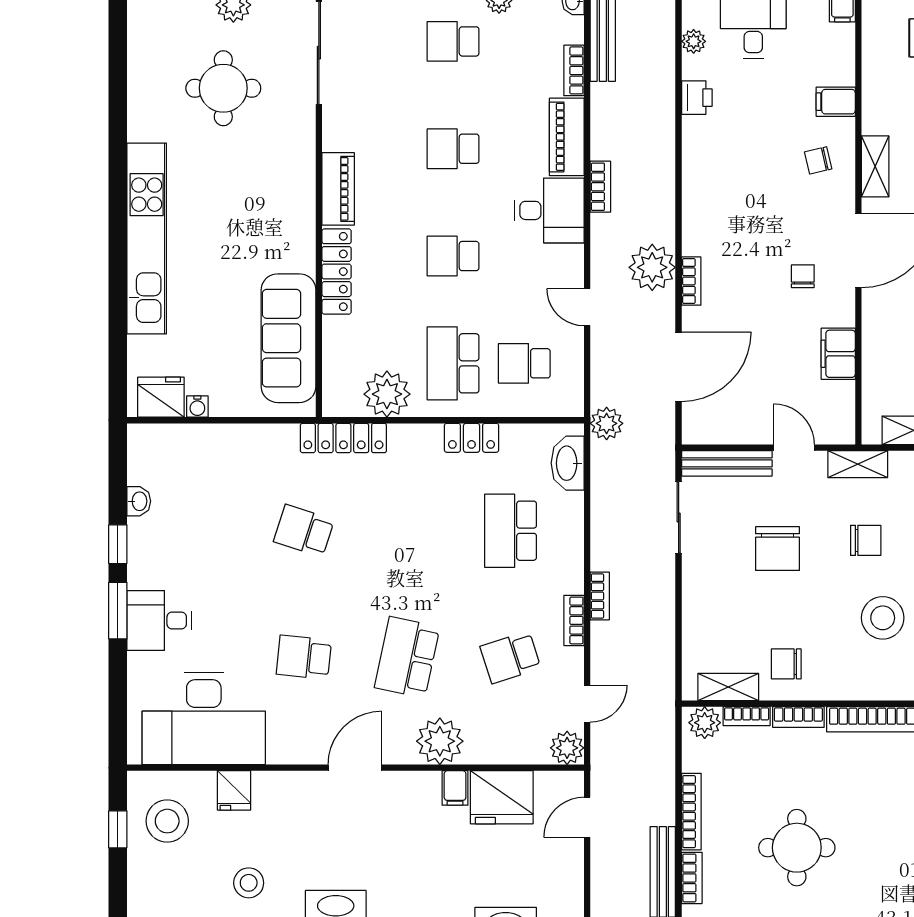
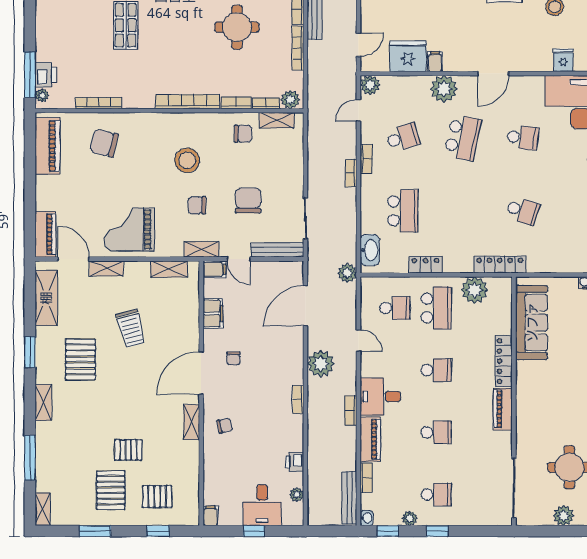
filing cabinet: (836, 102) -> (214, 269), moved
bookcase: (691, 281) -> (298, 400), moved

